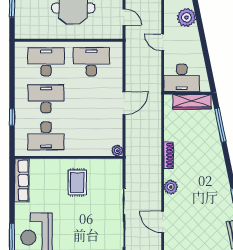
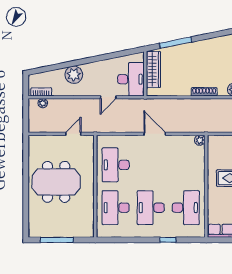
door: (163, 42) -> (108, 97), moved

